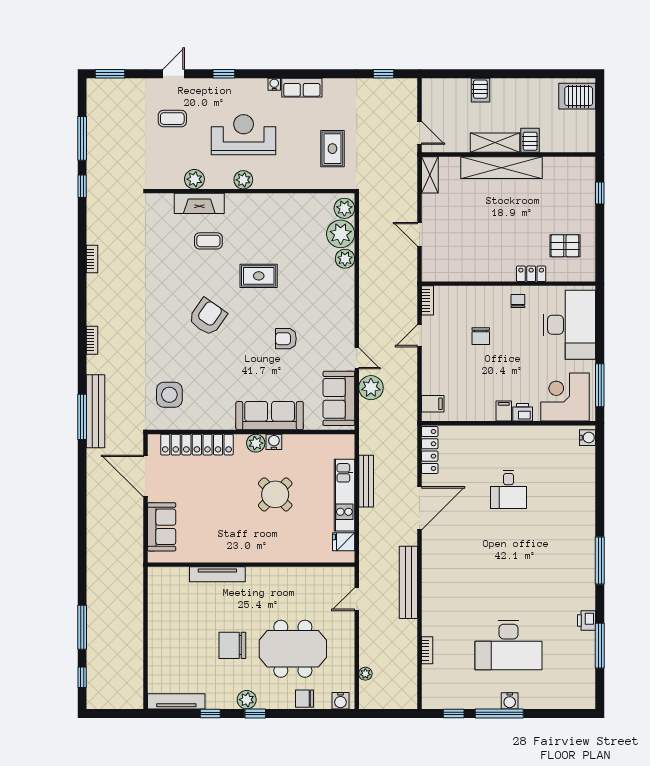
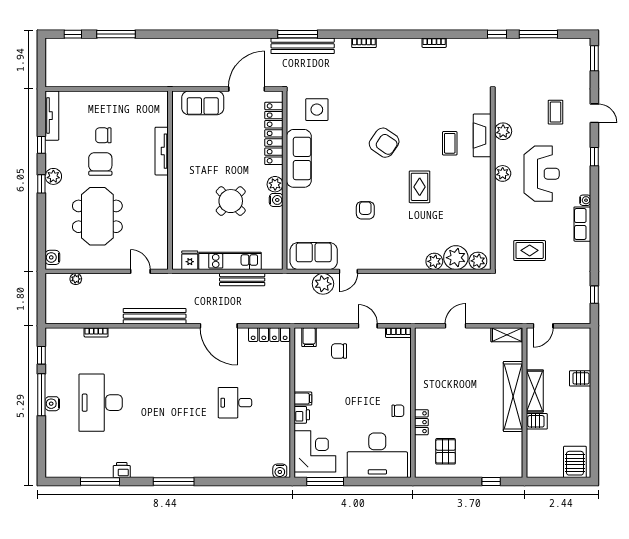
chair: (481, 336) -> (339, 351), moved
sofa: (270, 416) -> (299, 158), moved
chair: (304, 699) -> (103, 135), moved, turned -90

